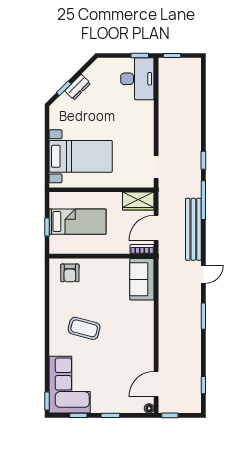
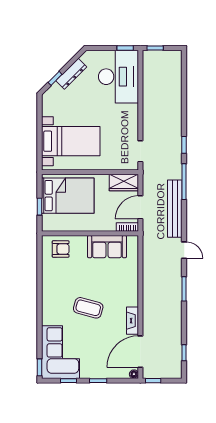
desk: (137, 79) -> (118, 77), width x1.36, depth x1.30
dresser: (78, 87) -> (71, 74), width x1.44
bed: (78, 222) -> (68, 196), width x1.50
armchair: (70, 273) -> (61, 249), turned -90
door: (203, 274) -> (184, 250), hinge flipped
sofa: (142, 279) -> (107, 247), moved, turned -90
coffee table: (84, 328) -> (88, 308), moved
fireplace: (148, 350) -> (133, 321), added
door: (156, 384) -> (140, 352), width x1.36

